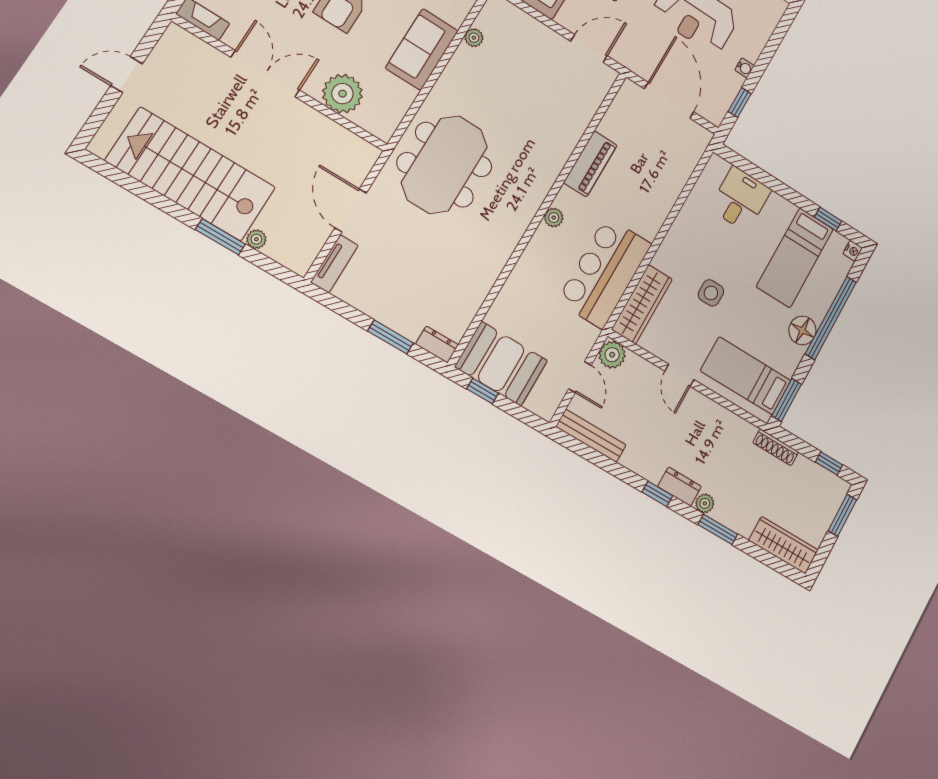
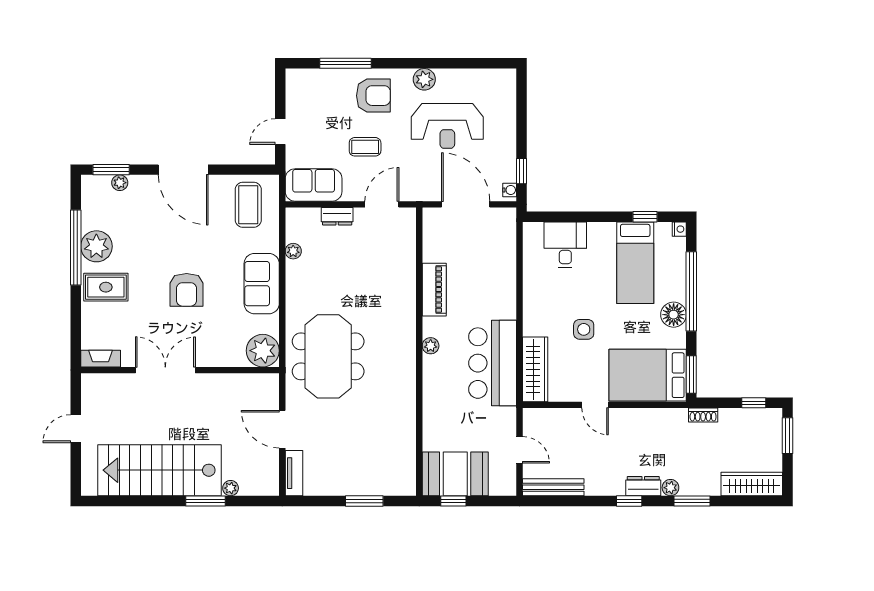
water cooler: (744, 68) -> (510, 190), moved
plant: (342, 94) -> (263, 351), moved
dresser: (437, 344) -> (337, 216), moved, turned 180
plant: (612, 355) -> (534, 420), removed
bed: (746, 376) -> (648, 375), width x1.50
shoe rack: (776, 447) -> (703, 415), width x0.70

